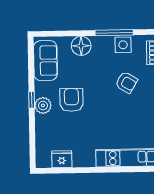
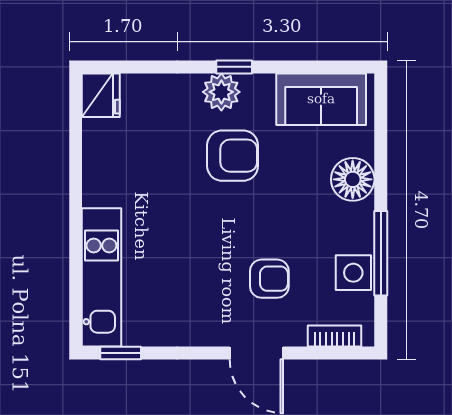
armchair: (126, 82) -> (269, 279), turned -121
fridge: (62, 159) -> (101, 95), moved

